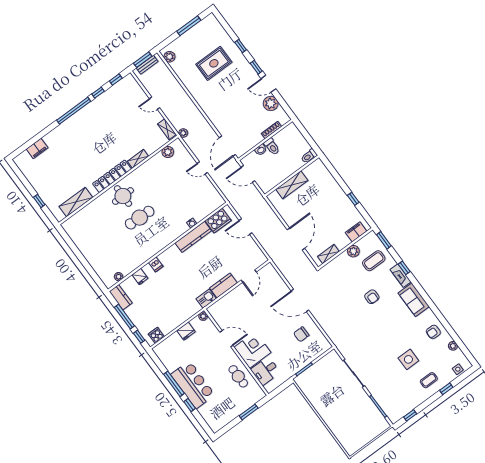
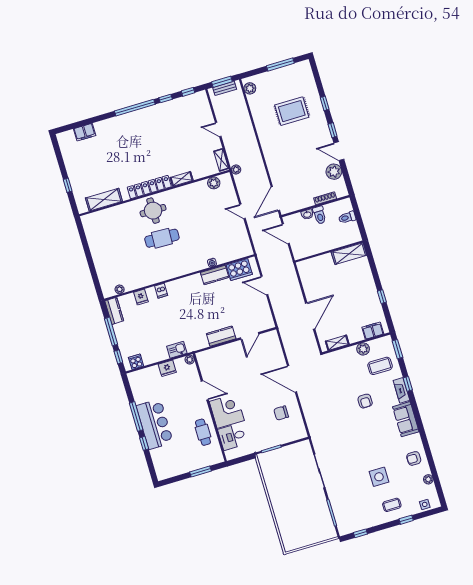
toilet: (309, 156) -> (347, 217), moved
shelving: (292, 185) -> (349, 254), moved
kitchen counter: (193, 237) -> (215, 275), width x0.67
kitchen sink: (206, 299) -> (177, 350), moved

